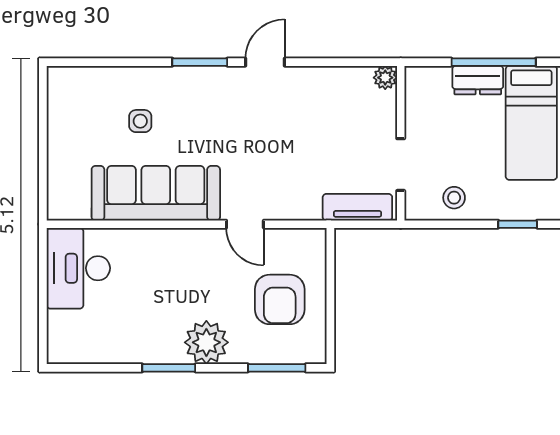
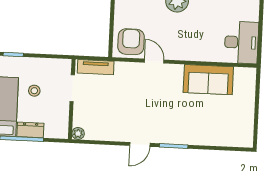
side table: (140, 121) -> (206, 117), removed
sofa: (156, 193) -> (208, 80), width x0.73
stool: (454, 198) -> (34, 91), moved
armchair: (280, 299) -> (131, 42), moved

